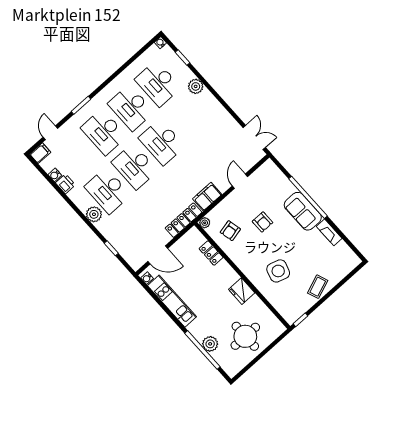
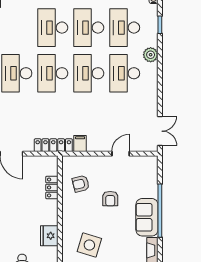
desk: (189, 118) -> (125, 73), added
filing cabinet: (207, 197) -> (80, 143), width x0.50
plant: (205, 223) -> (67, 161), removed

